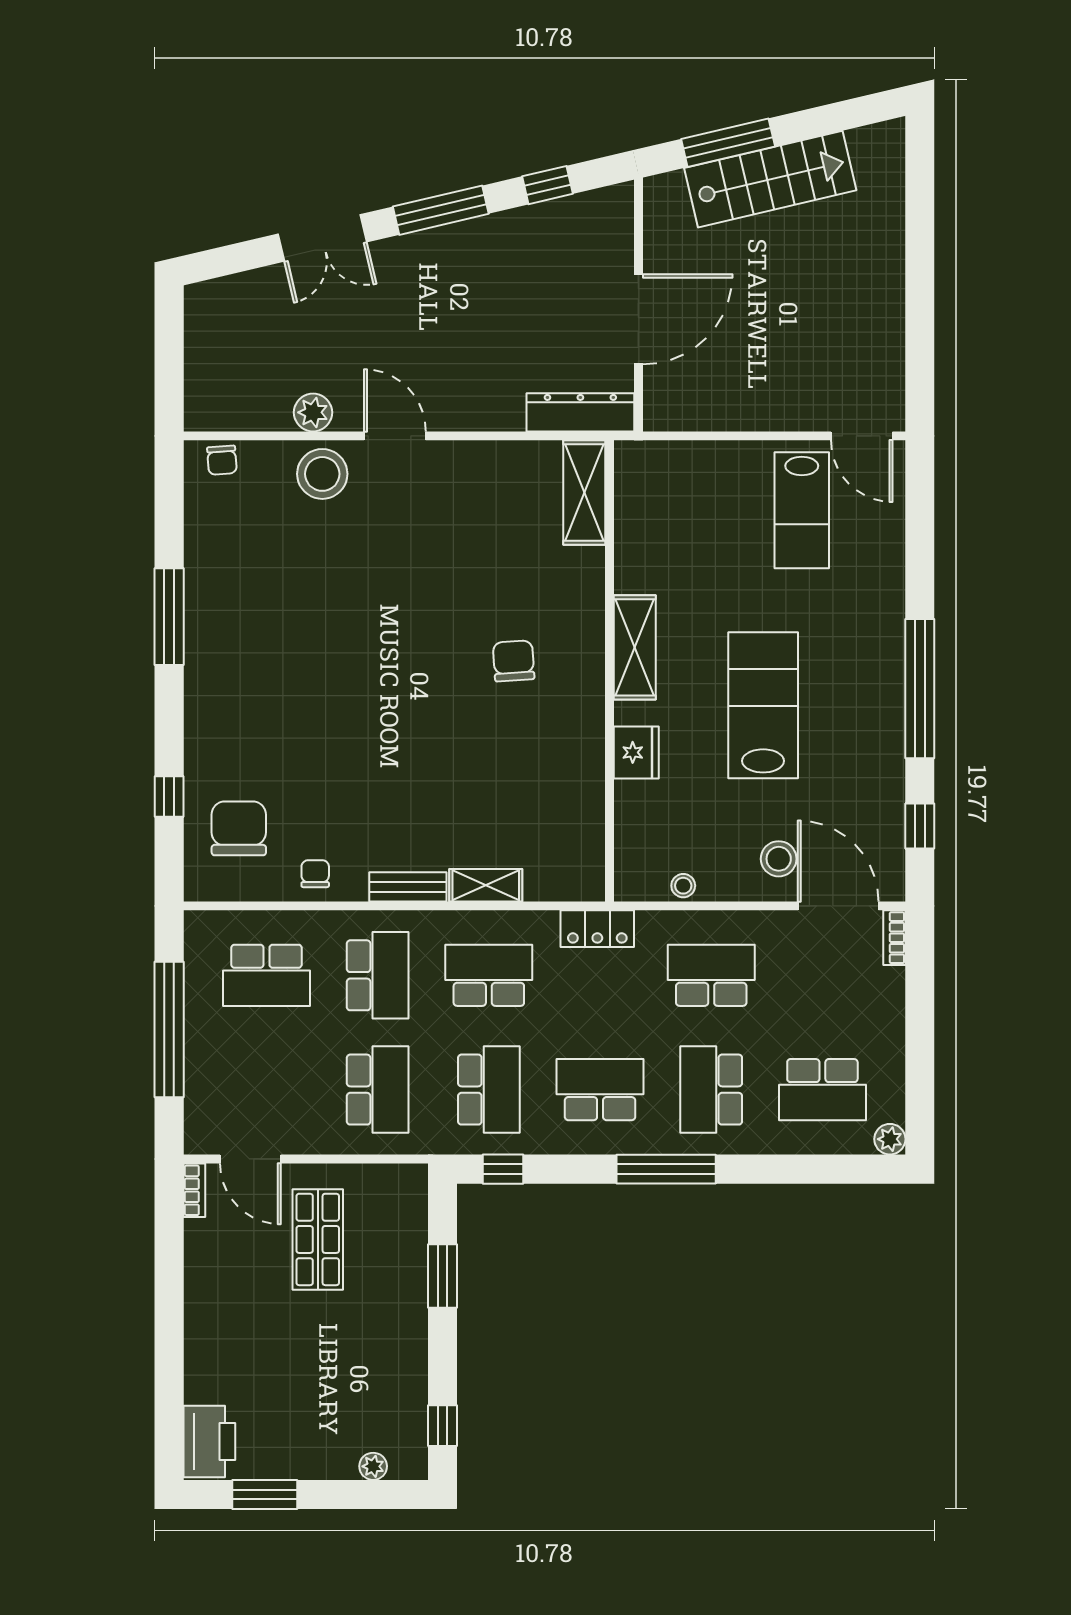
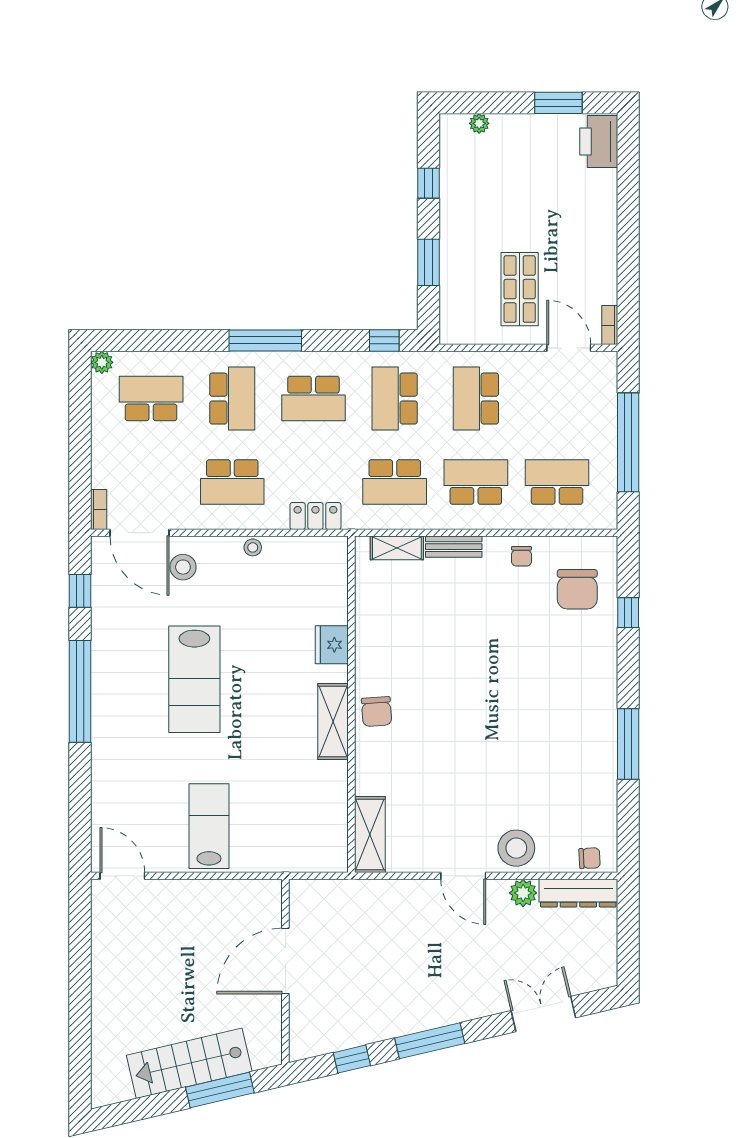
double door: (322, 238) -> (543, 1014), moved
dresser: (580, 412) -> (578, 893), moved
chair: (222, 460) -> (590, 858), turned 91
shelving: (584, 493) -> (370, 835), moved
lab bench: (802, 510) -> (209, 826), moved
shelving: (635, 647) -> (333, 722), moved
wall: (610, 671) -> (351, 704), moved
fridge: (636, 752) -> (332, 645), moved
school desk: (378, 975) -> (476, 482), turned 90
window: (442, 1426) -> (429, 183), moved

